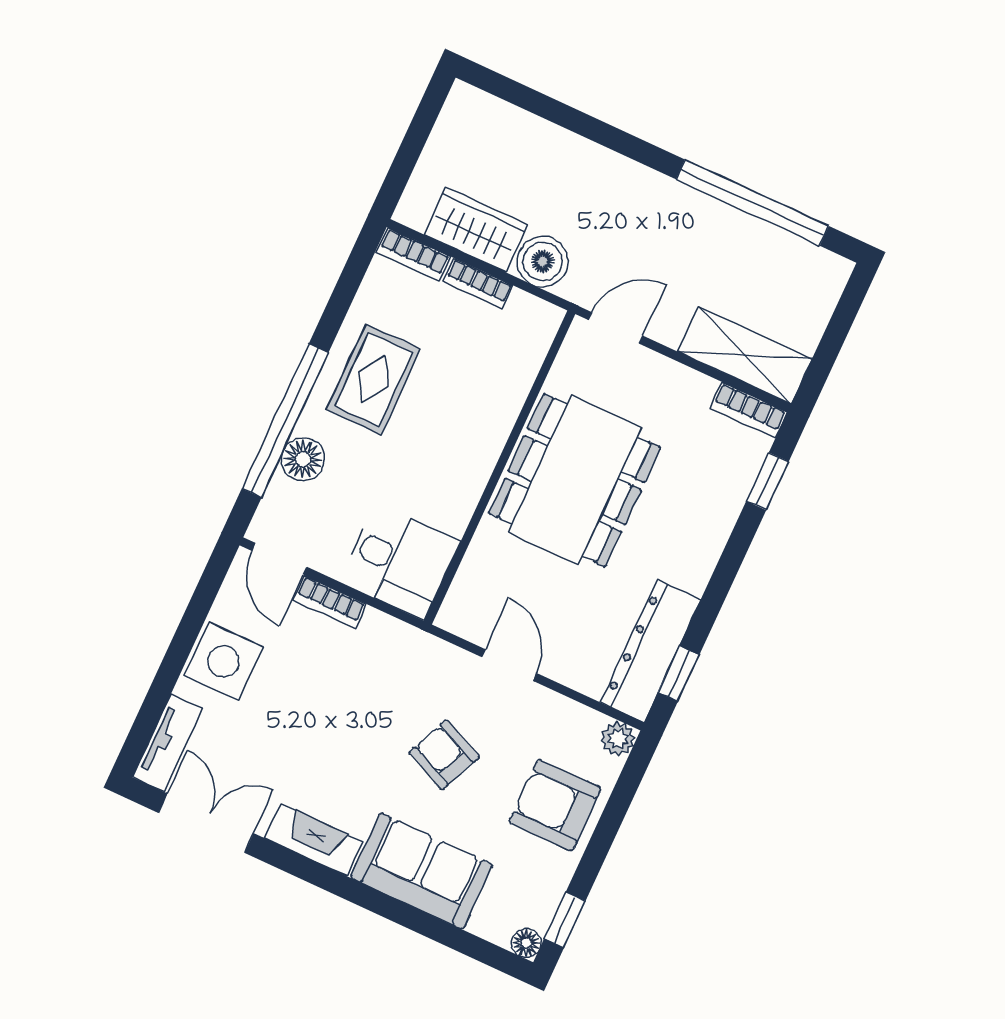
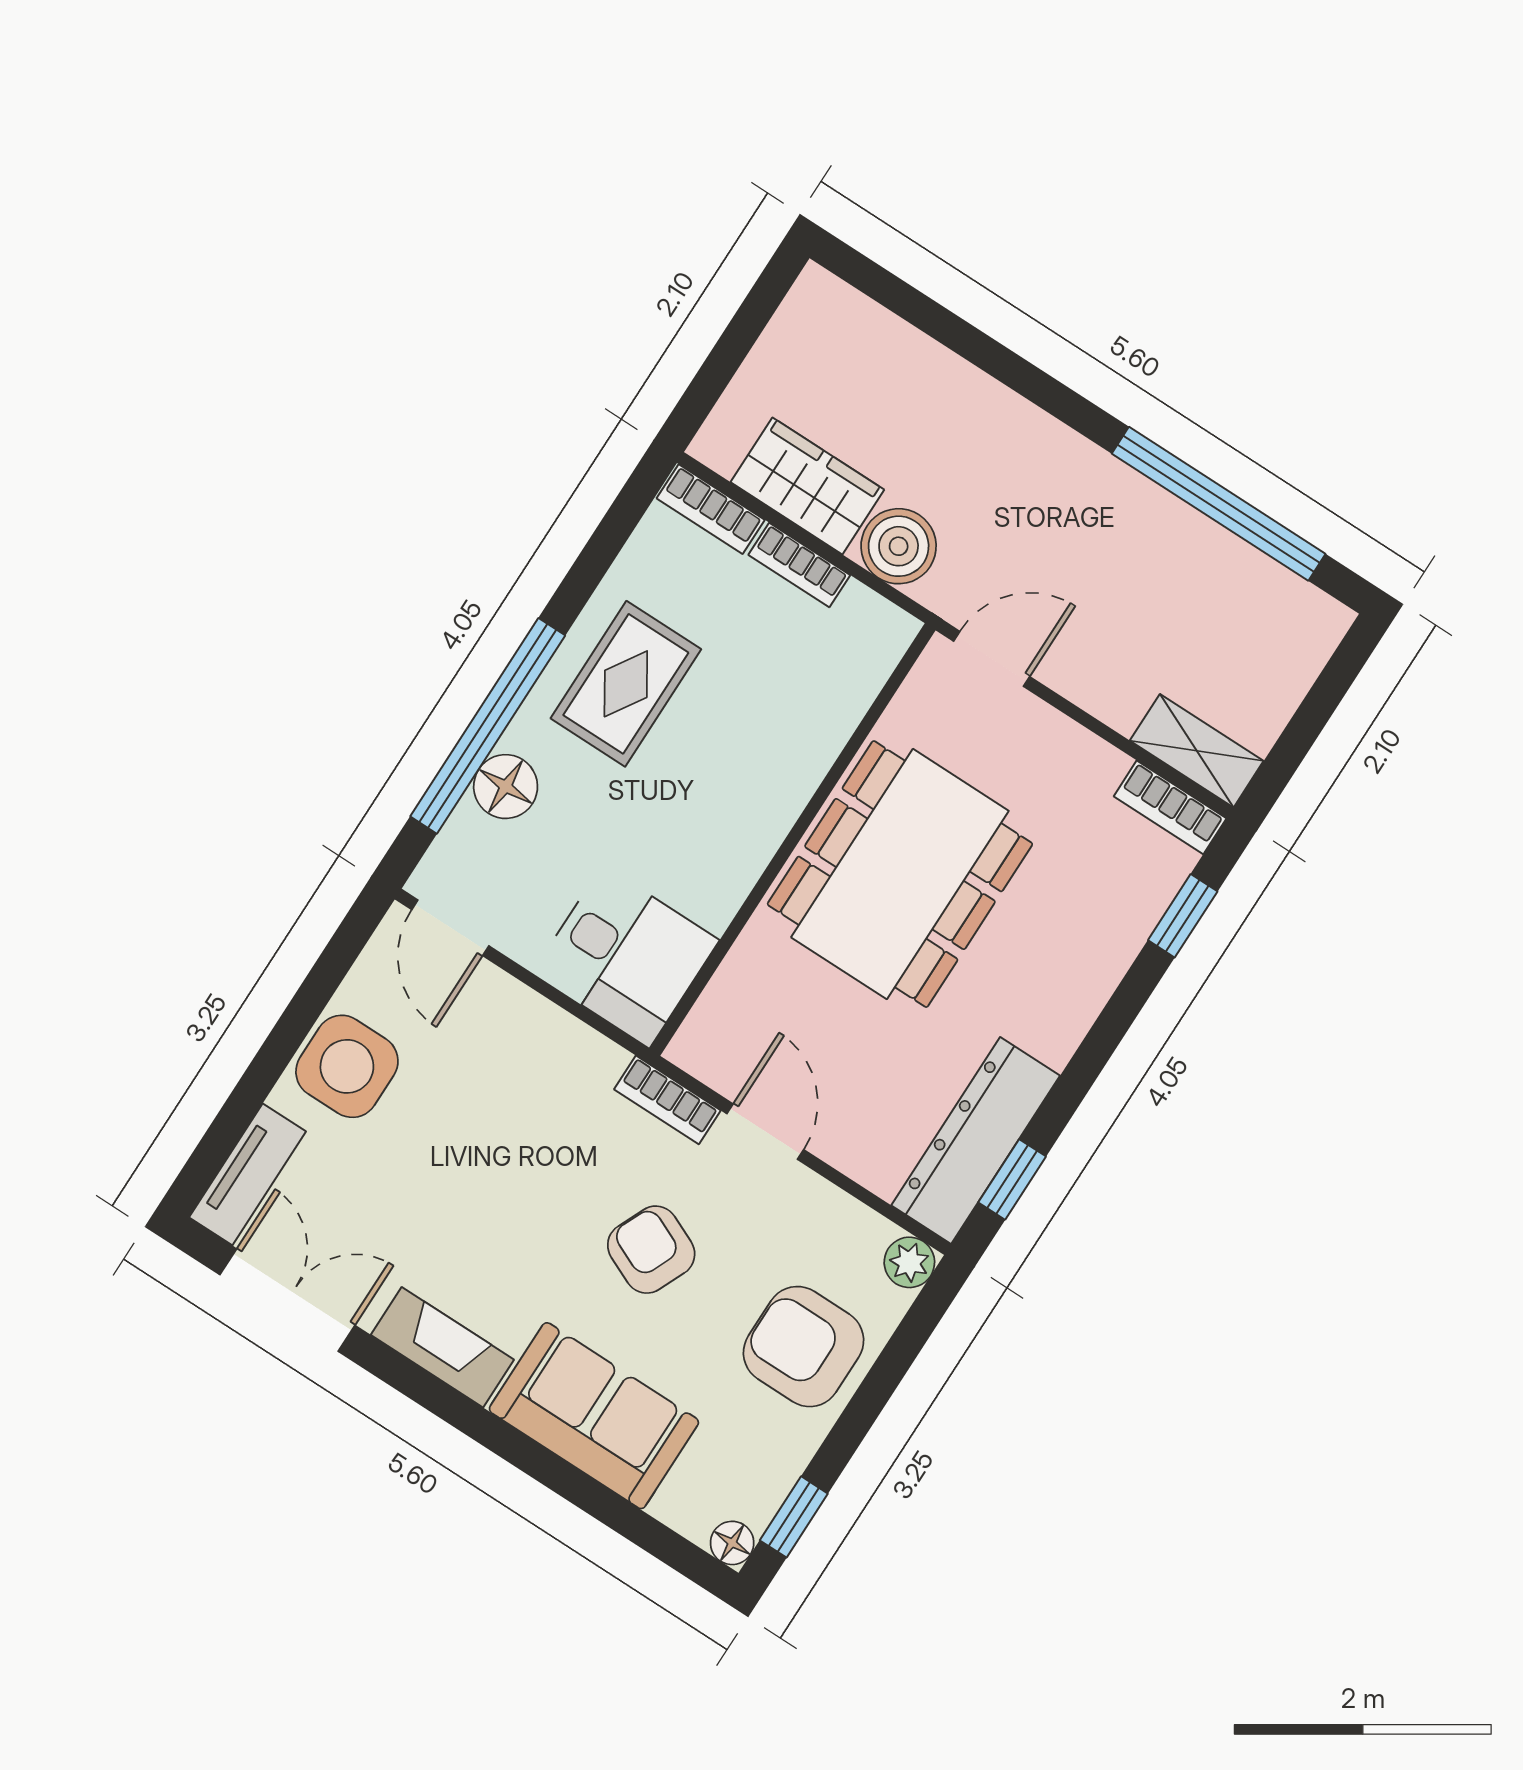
shelving: (745, 355) -> (1197, 751), width x0.67, depth x0.75
bookcase: (330, 602) -> (667, 1100), moved

